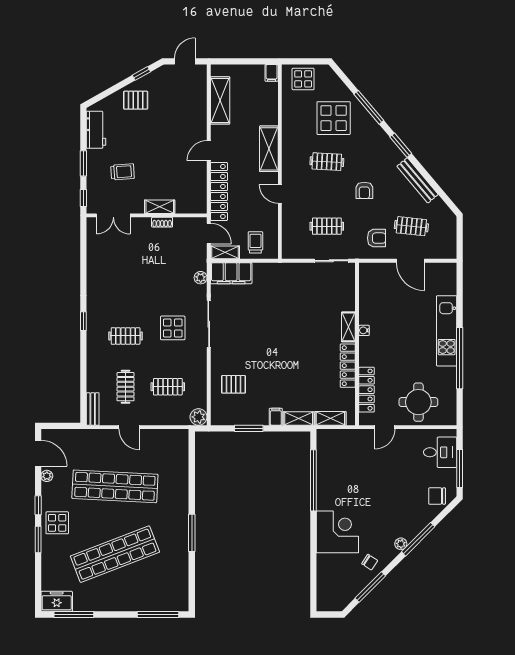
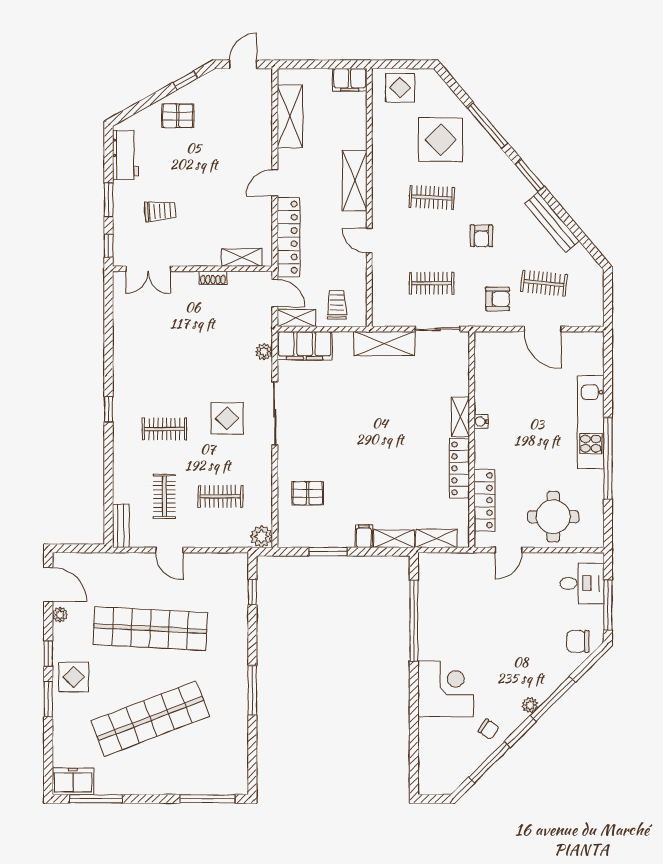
filing cabinet: (272, 73) -> (350, 80), width x2.00
shelving: (160, 207) -> (242, 257), moved
shelving: (291, 272) -> (384, 344), added
window: (192, 459) -> (252, 592), added

